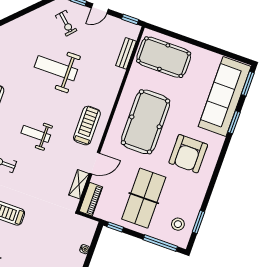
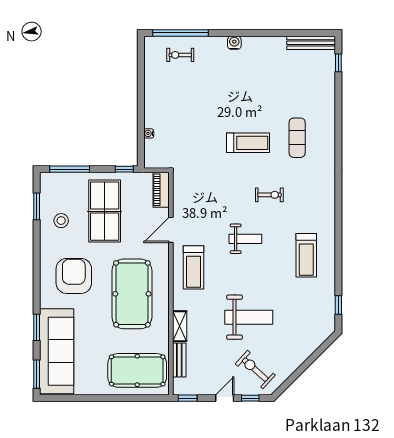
exercise bike: (66, 23) -> (255, 370), width x1.38, depth x1.39
shelving: (79, 184) -> (180, 326), moved
stool: (178, 224) -> (61, 221), moved

